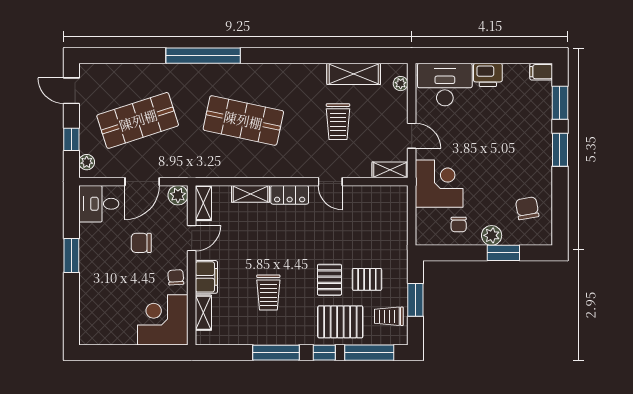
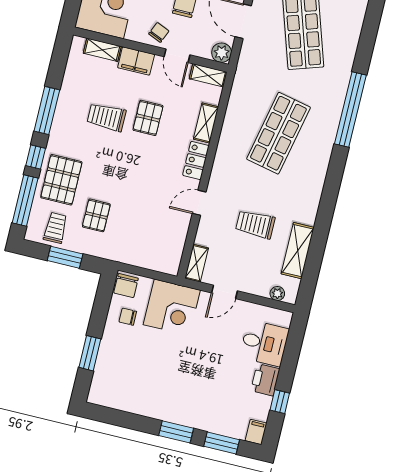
window: (506, 56) -> (280, 402), added
desk: (445, 85) -> (264, 343), width x0.73
chair: (527, 208) -> (126, 286), moved, turned 100
plant: (492, 235) -> (110, 346), removed
chair: (176, 277) -> (159, 32), moved, turned -63
pallet: (329, 280) -> (148, 118), moved, turned 90

